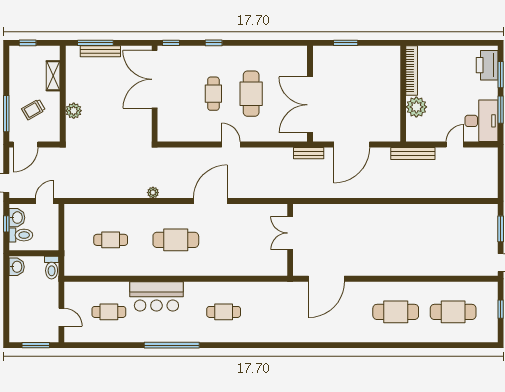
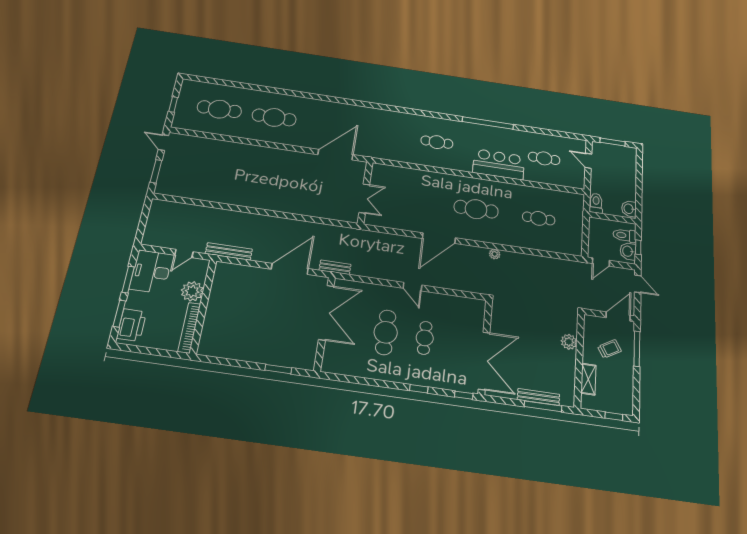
bookcase: (412, 71) -> (189, 328), moved
wall: (403, 94) -> (203, 306), moved
plant: (416, 107) -> (192, 291), moved

